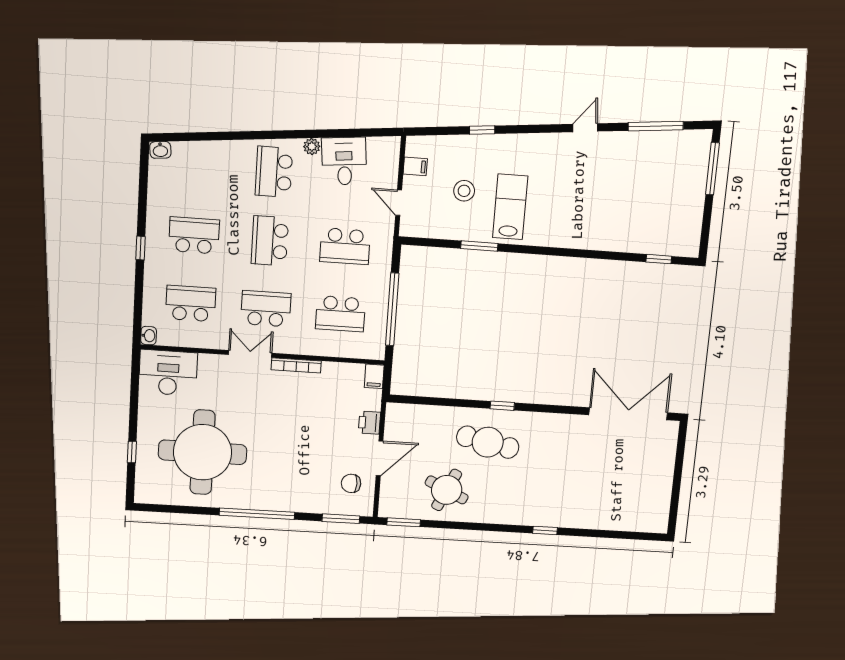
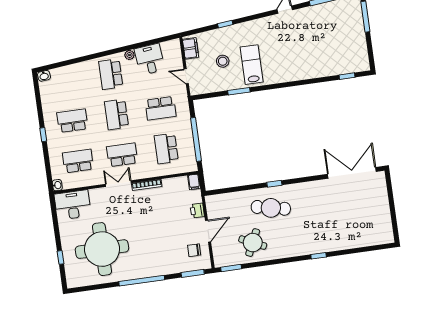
filing cabinet: (415, 166) -> (191, 48), width x2.00
school desk: (340, 314) -> (166, 149), turned 90

